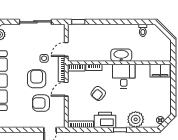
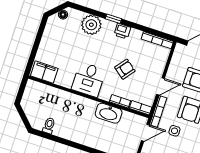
washbasin: (121, 55) -> (109, 113), moved
printer: (105, 120) -> (122, 31), width x0.53, depth x0.68

